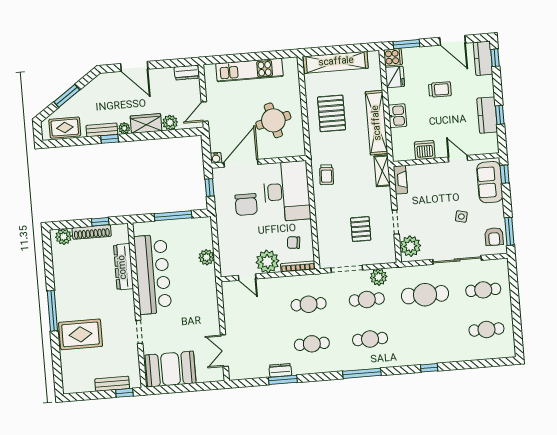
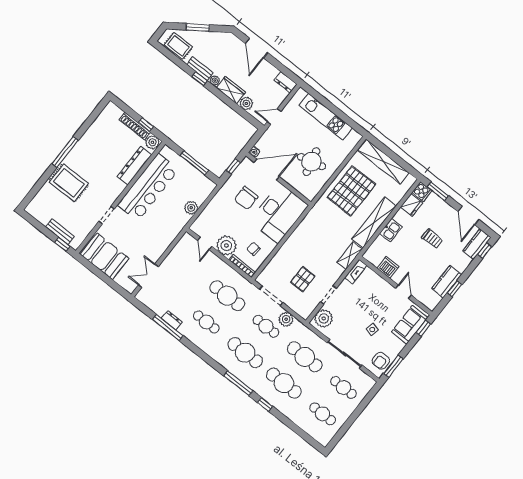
pallet: (332, 113) -> (351, 191), width x1.37, depth x1.41
trolley: (327, 175) -> (313, 226), removed
plant: (64, 237) -> (152, 142), moved
cafe table: (309, 304) -> (227, 296), width x1.37, depth x1.35
cafe table: (428, 334) -> (284, 383), added
cafe table: (370, 339) -> (245, 353), width x1.37, depth x1.35
window: (362, 373) -> (238, 383), moved
window: (283, 380) -> (168, 328), width x1.44

